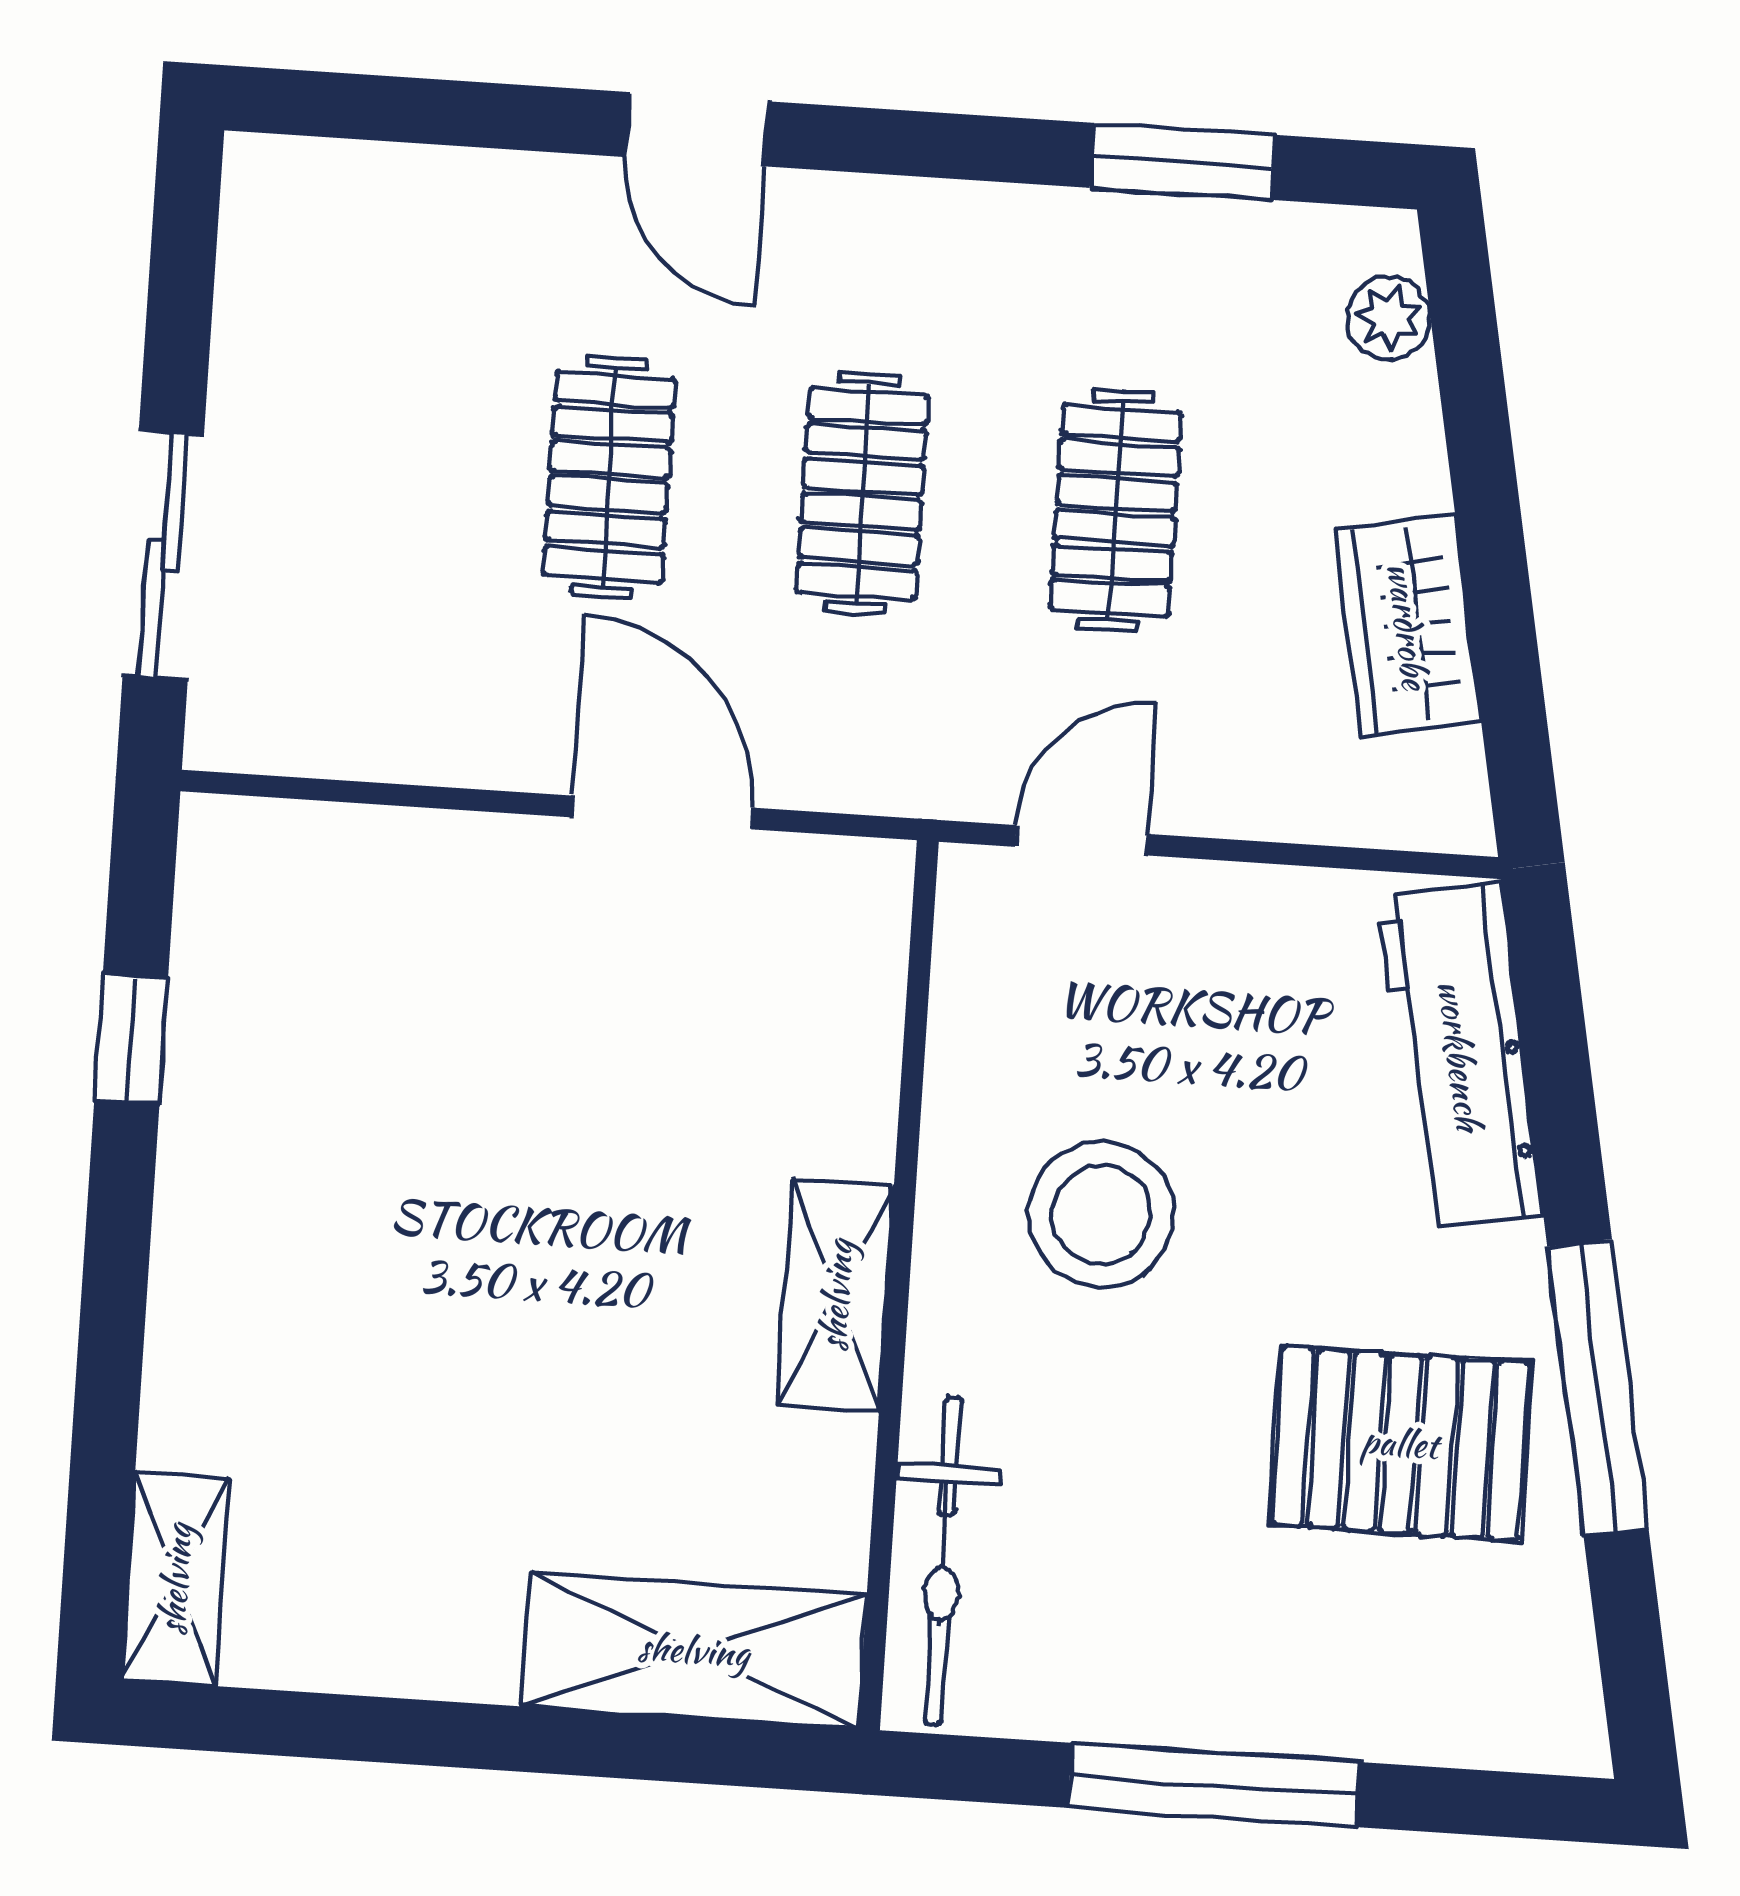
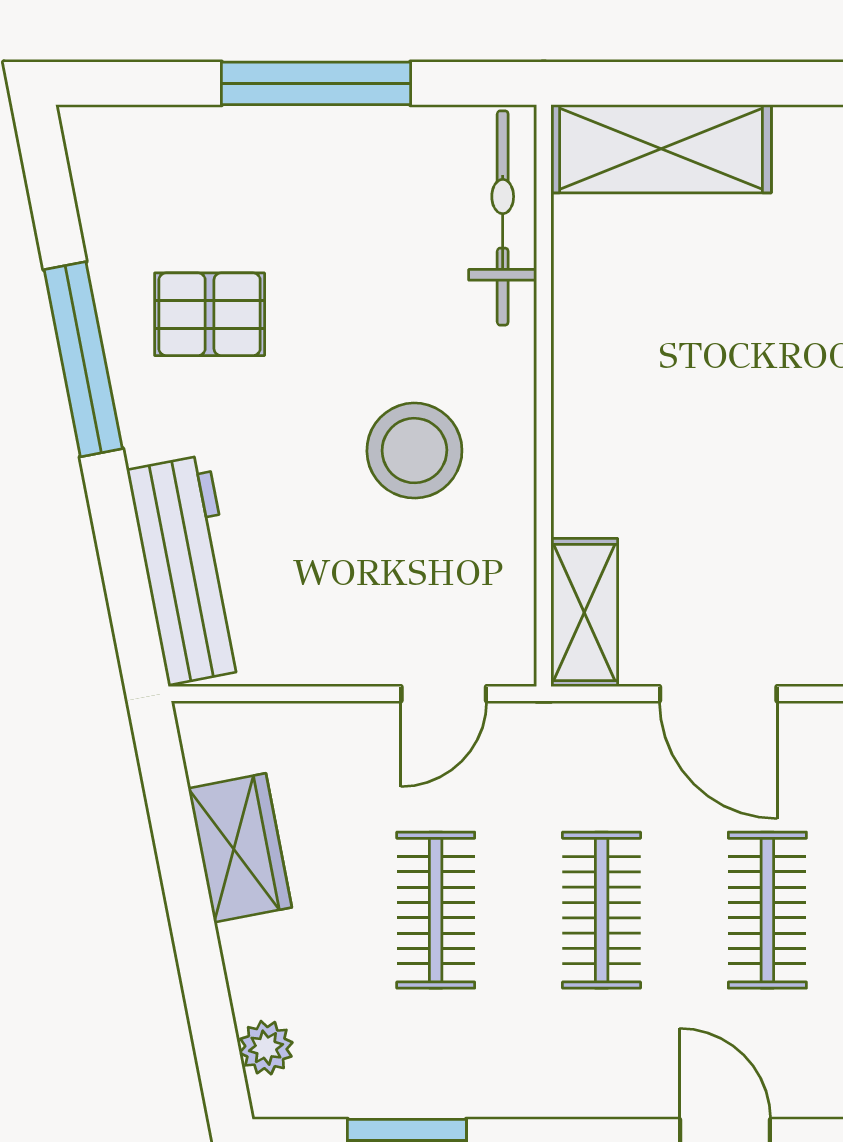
shelving: (836, 1295) -> (584, 613), moved
pallet: (1400, 1443) -> (210, 314), width x0.67, depth x0.71

